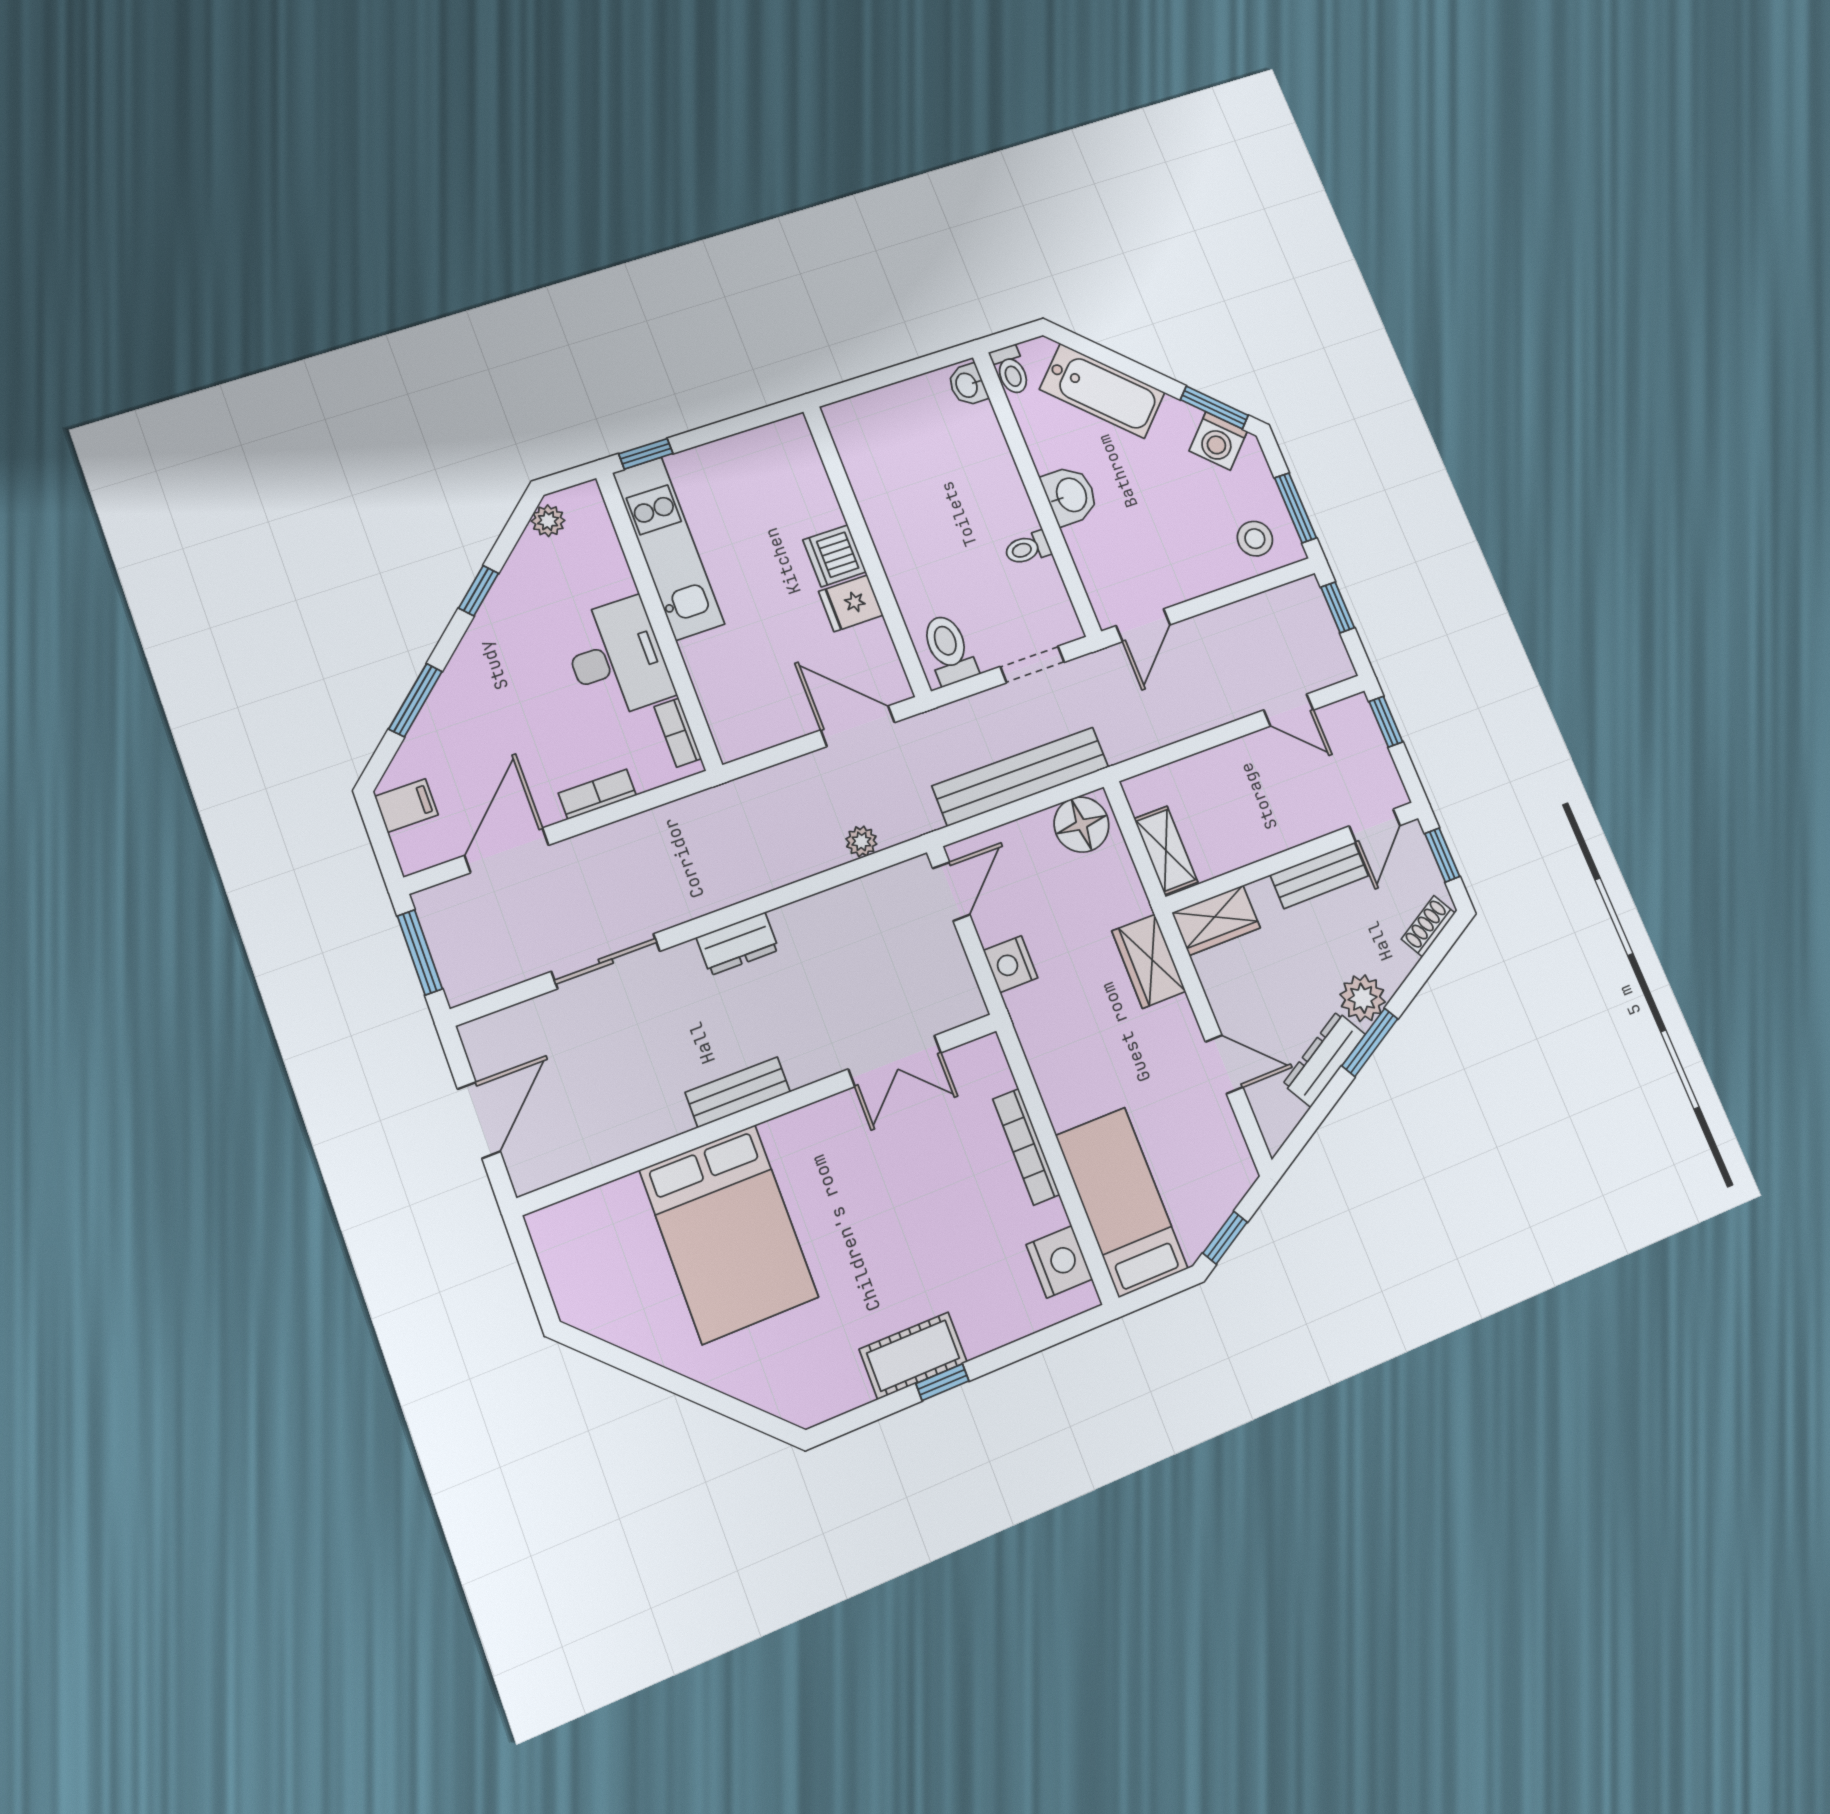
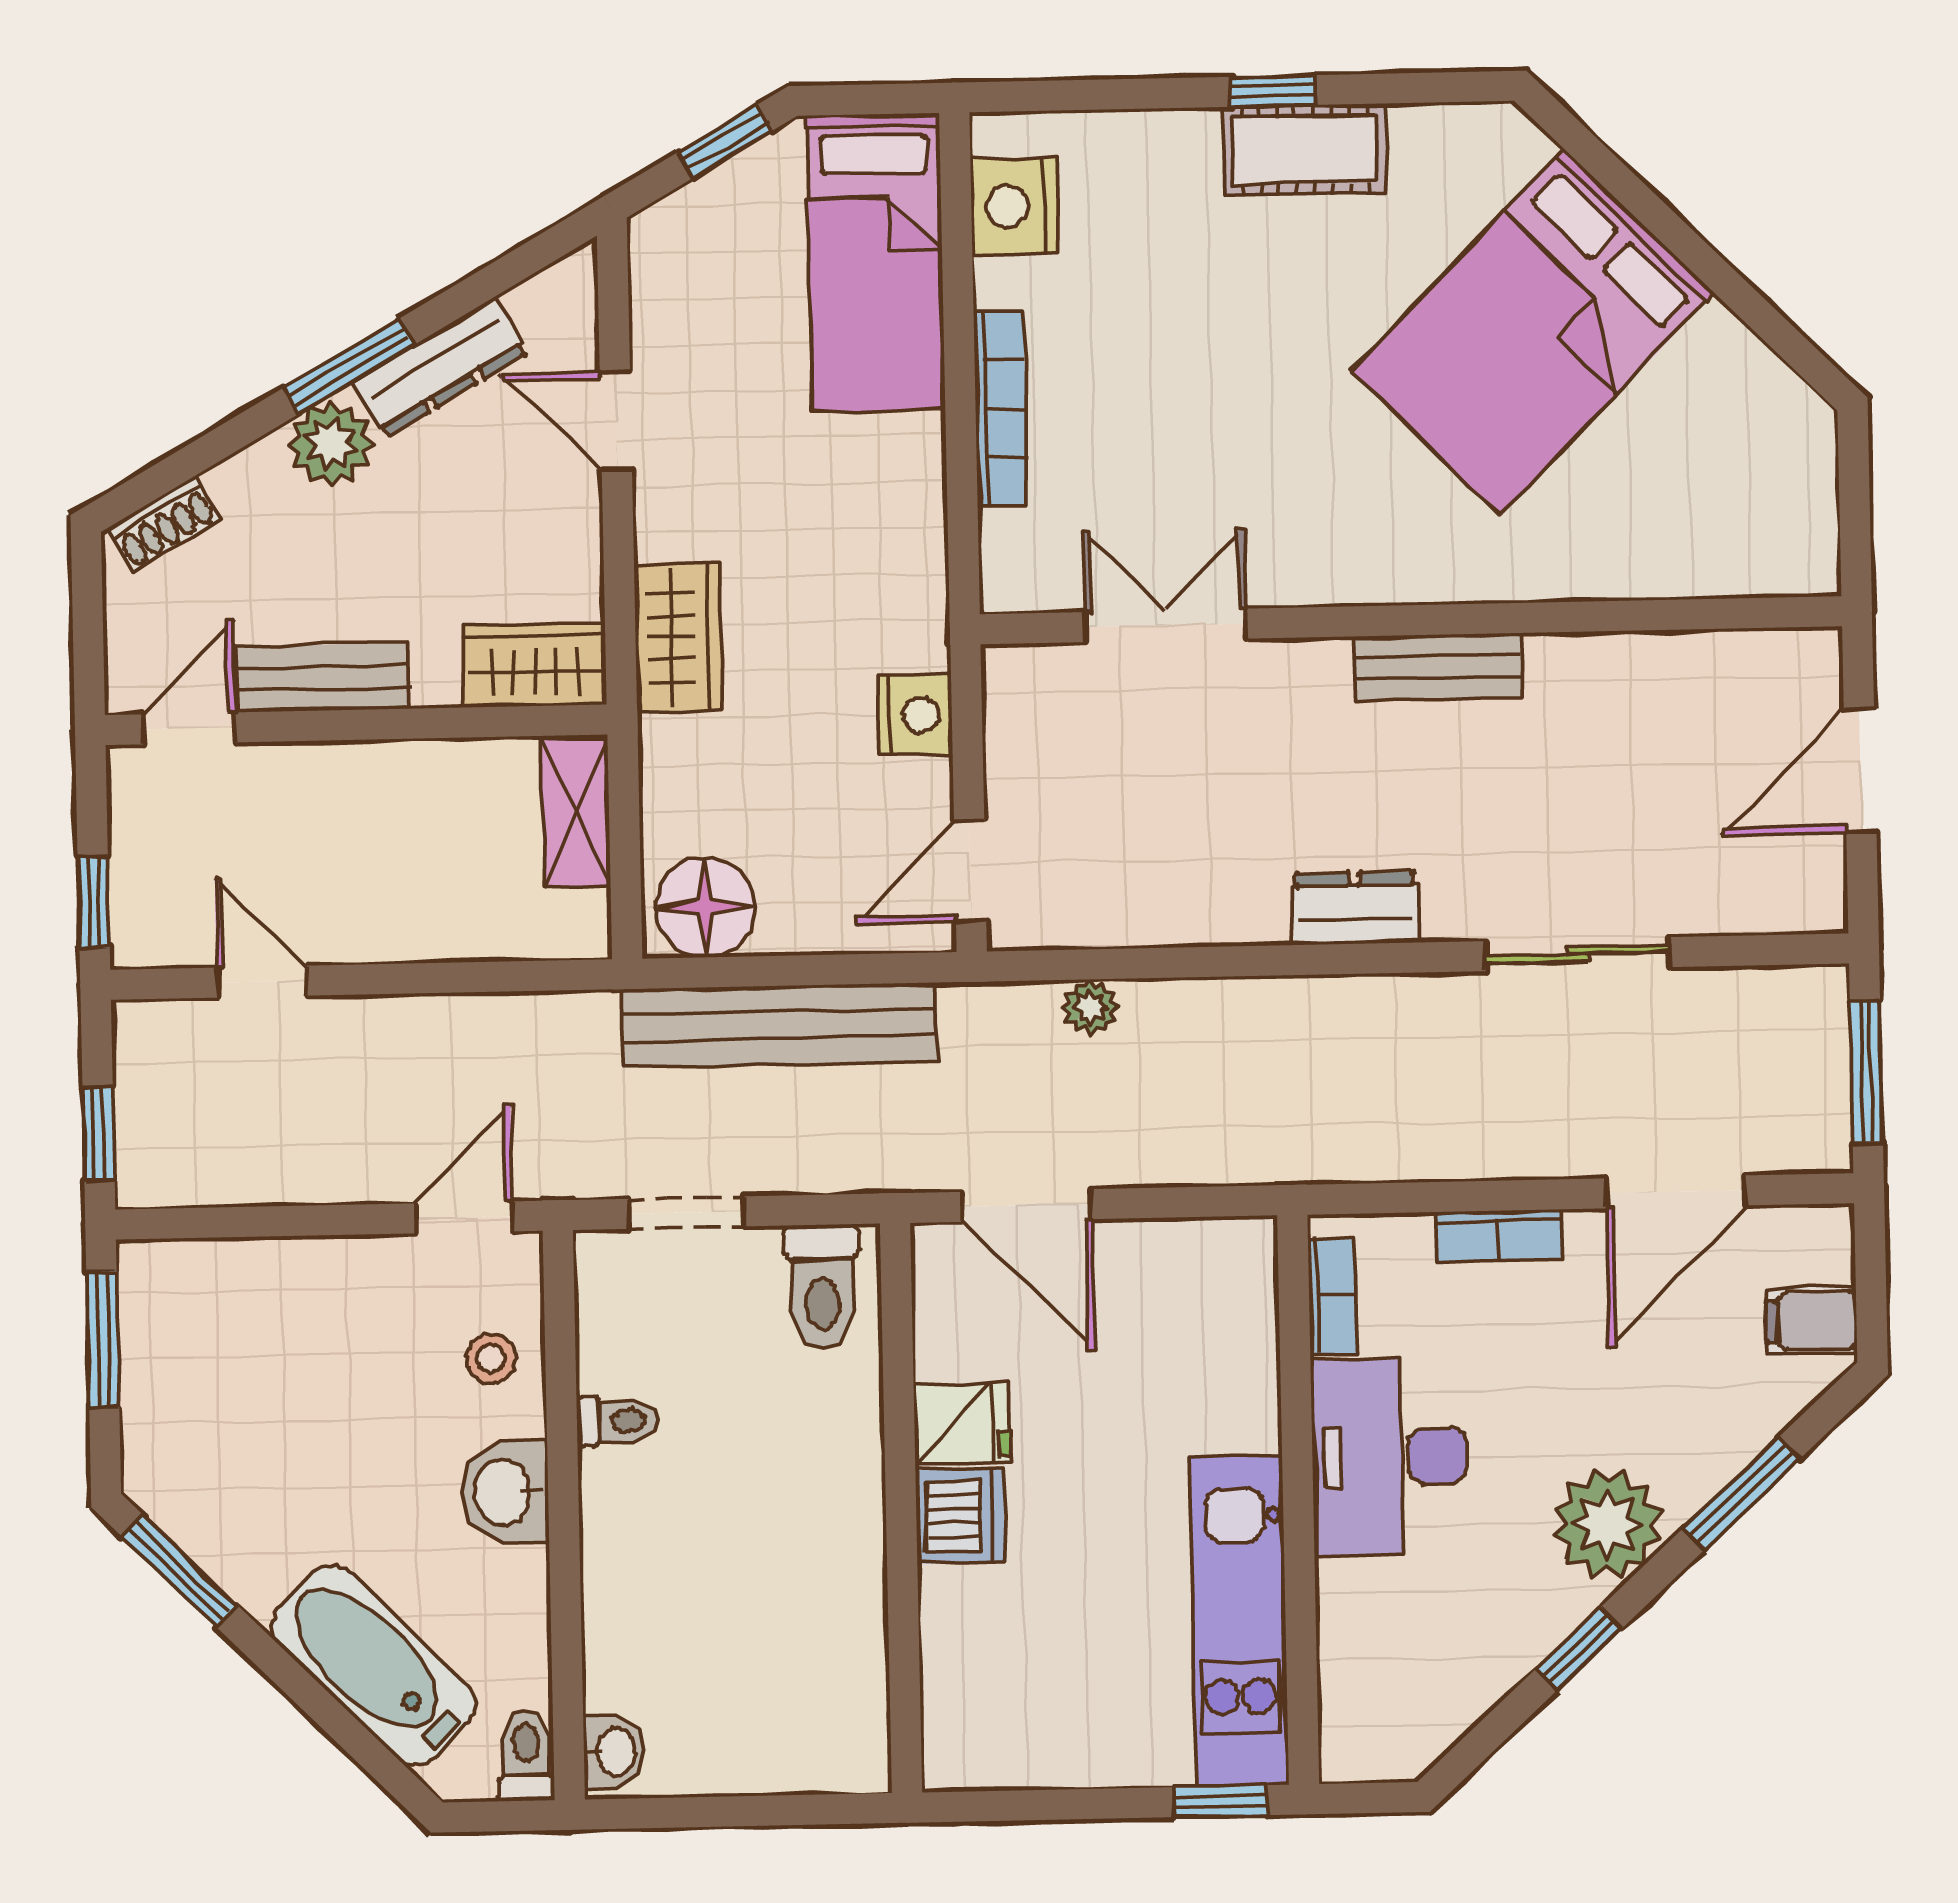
washing machine: (1218, 441) -> (197, 1507), removed
plant: (548, 521) -> (1608, 1524), moved, width x1.87, depth x1.87
stool: (1255, 539) -> (491, 1358), moved, width x0.73, depth x0.73
window: (1442, 855) -> (88, 636), removed
bed: (729, 1234) -> (1533, 332), moved, turned -135

